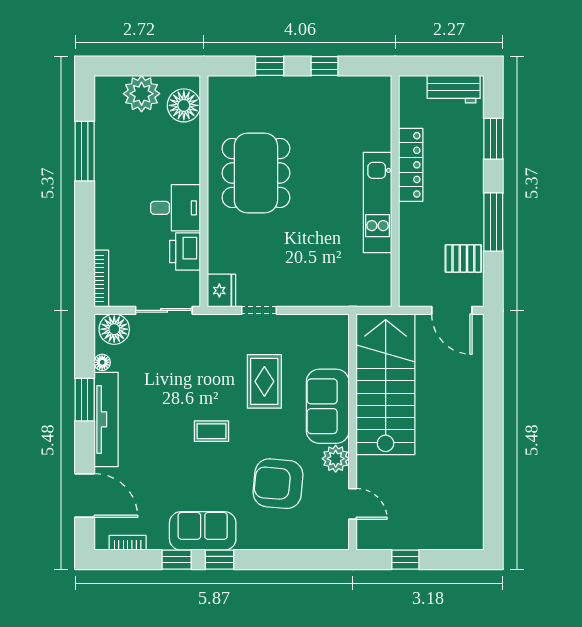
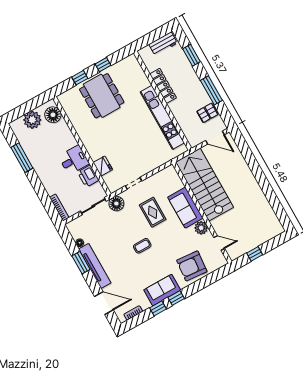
dining table: (256, 173) -> (102, 96), moved
kitchen unit: (378, 203) -> (162, 117), width x1.36
fridge: (222, 291) -> (103, 166), moved
floor lamp: (114, 329) -> (116, 204), moved
armchair: (278, 484) -> (192, 266), moved

